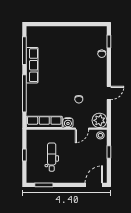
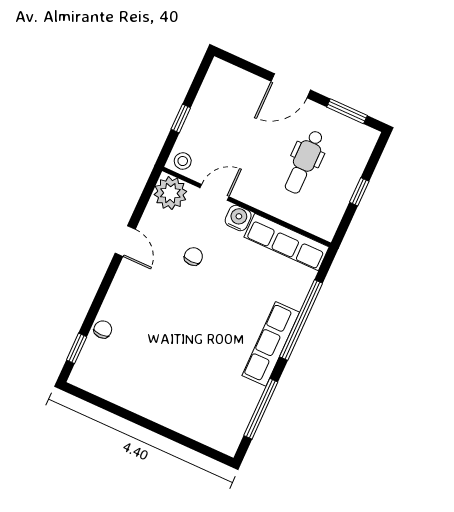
row of seats: (32, 65) -> (271, 344), moved
door: (109, 93) -> (125, 241), swing flipped
door: (94, 185) -> (291, 86), moved

